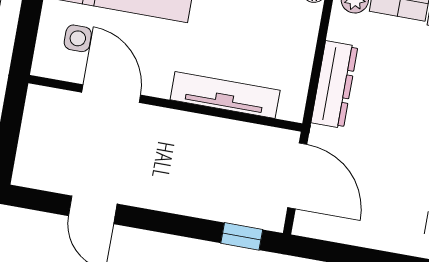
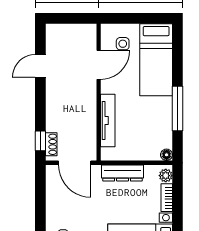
door: (297, 176) -> (75, 163), hinge flipped
shoe rack: (252, 216) -> (51, 144), added

